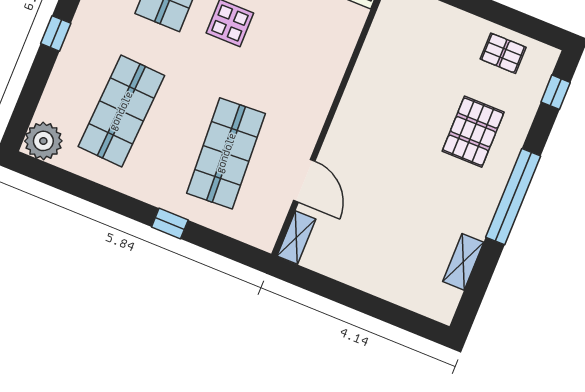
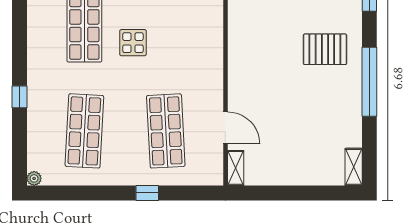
pallet: (473, 132) -> (325, 49), turned 90
plant: (43, 141) -> (34, 178), width x0.53, depth x0.53
shelving: (463, 262) -> (354, 167), moved

